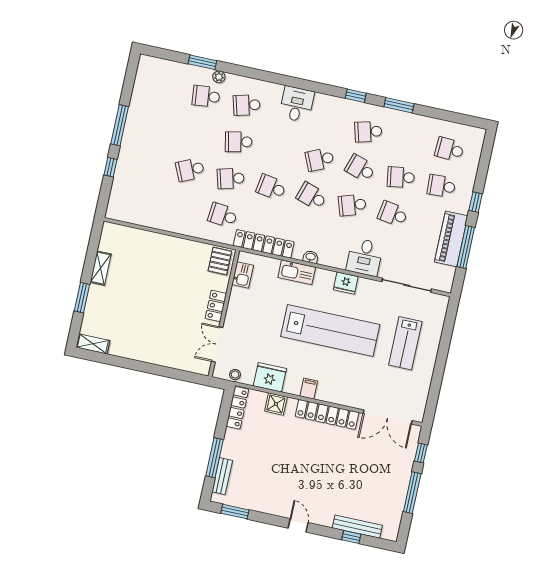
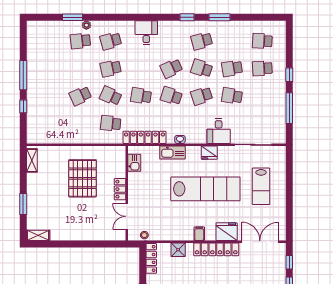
school desk: (231, 179) -> (111, 96), turned 39
piano: (451, 239) -> (278, 105), removed
pallet: (220, 261) -> (83, 178), moved, width x2.05, depth x2.00
shelving: (101, 268) -> (32, 160), moved
fridge: (270, 377) -> (227, 232), moved
double door: (388, 417) -> (260, 242), swing flipped

